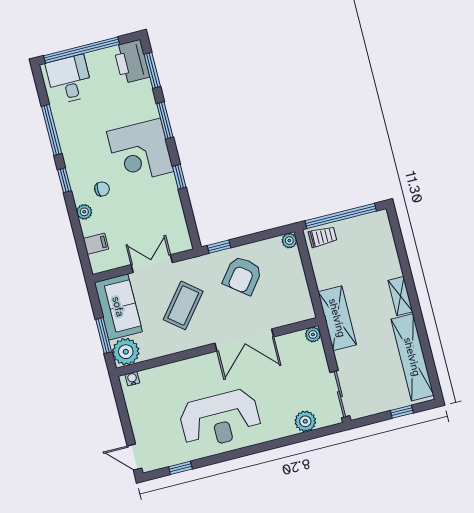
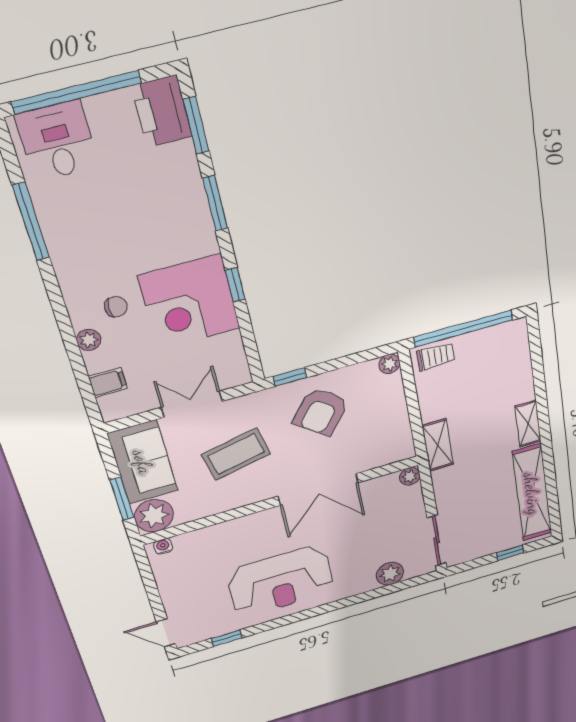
corner desk: (140, 152) -> (189, 302), moved
window: (64, 180) -> (55, 296), removed
coffee table: (183, 305) -> (236, 454), turned 39
shelving: (337, 318) -> (438, 445), width x0.67, depth x0.75

